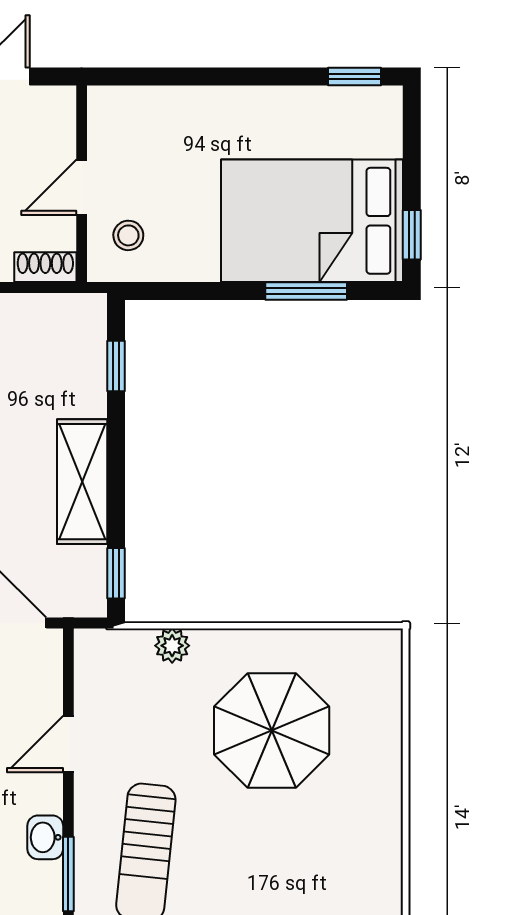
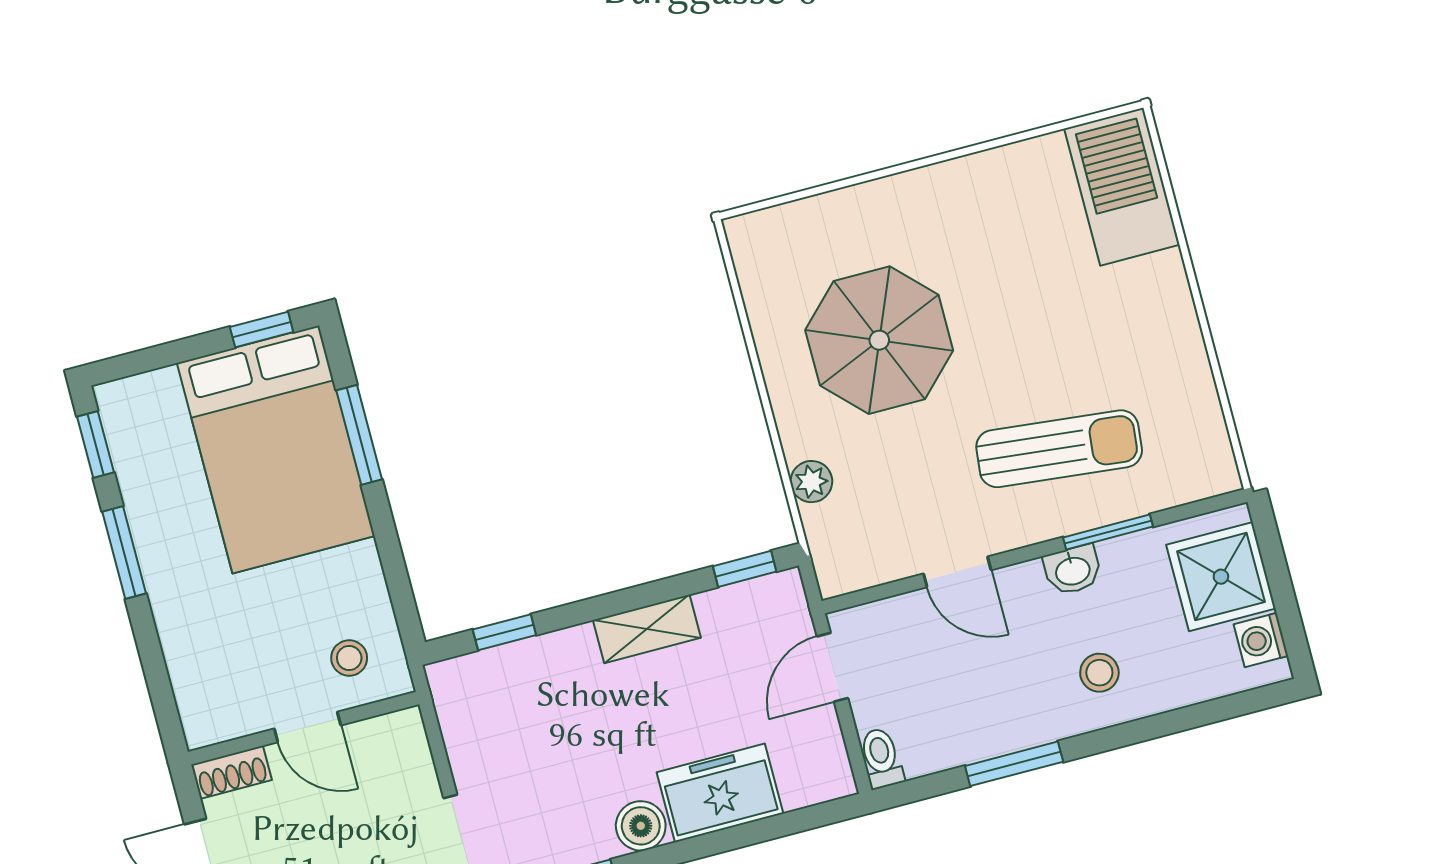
window: (261, 76) -> (124, 552), added
shoe rack: (45, 267) -> (231, 772), moved, turned -90
shelving: (82, 482) -> (647, 629), width x0.67, depth x0.75

